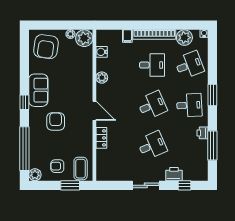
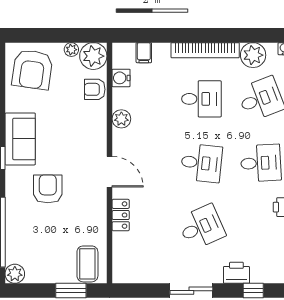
filing cabinet: (127, 36) -> (144, 53), moved
desk: (152, 105) -> (201, 163), turned 30
armchair: (57, 166) -> (95, 89), moved

